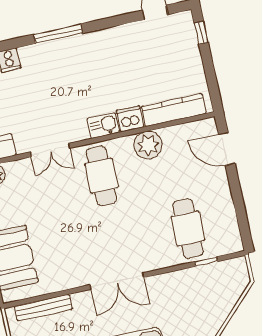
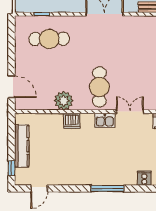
kitchen counter: (174, 110) -> (22, 146), moved, turned -90
kitchen sink: (103, 125) -> (105, 120), moved
cafe table: (188, 229) -> (49, 39), turned 90

